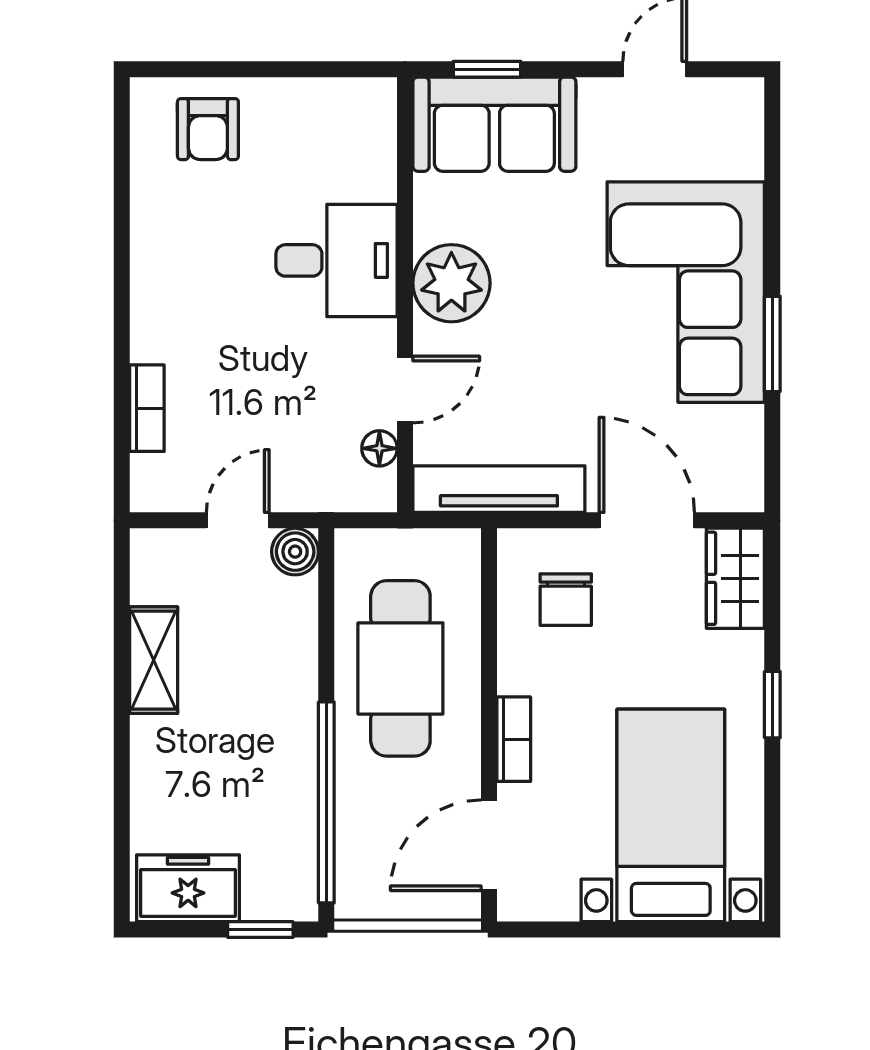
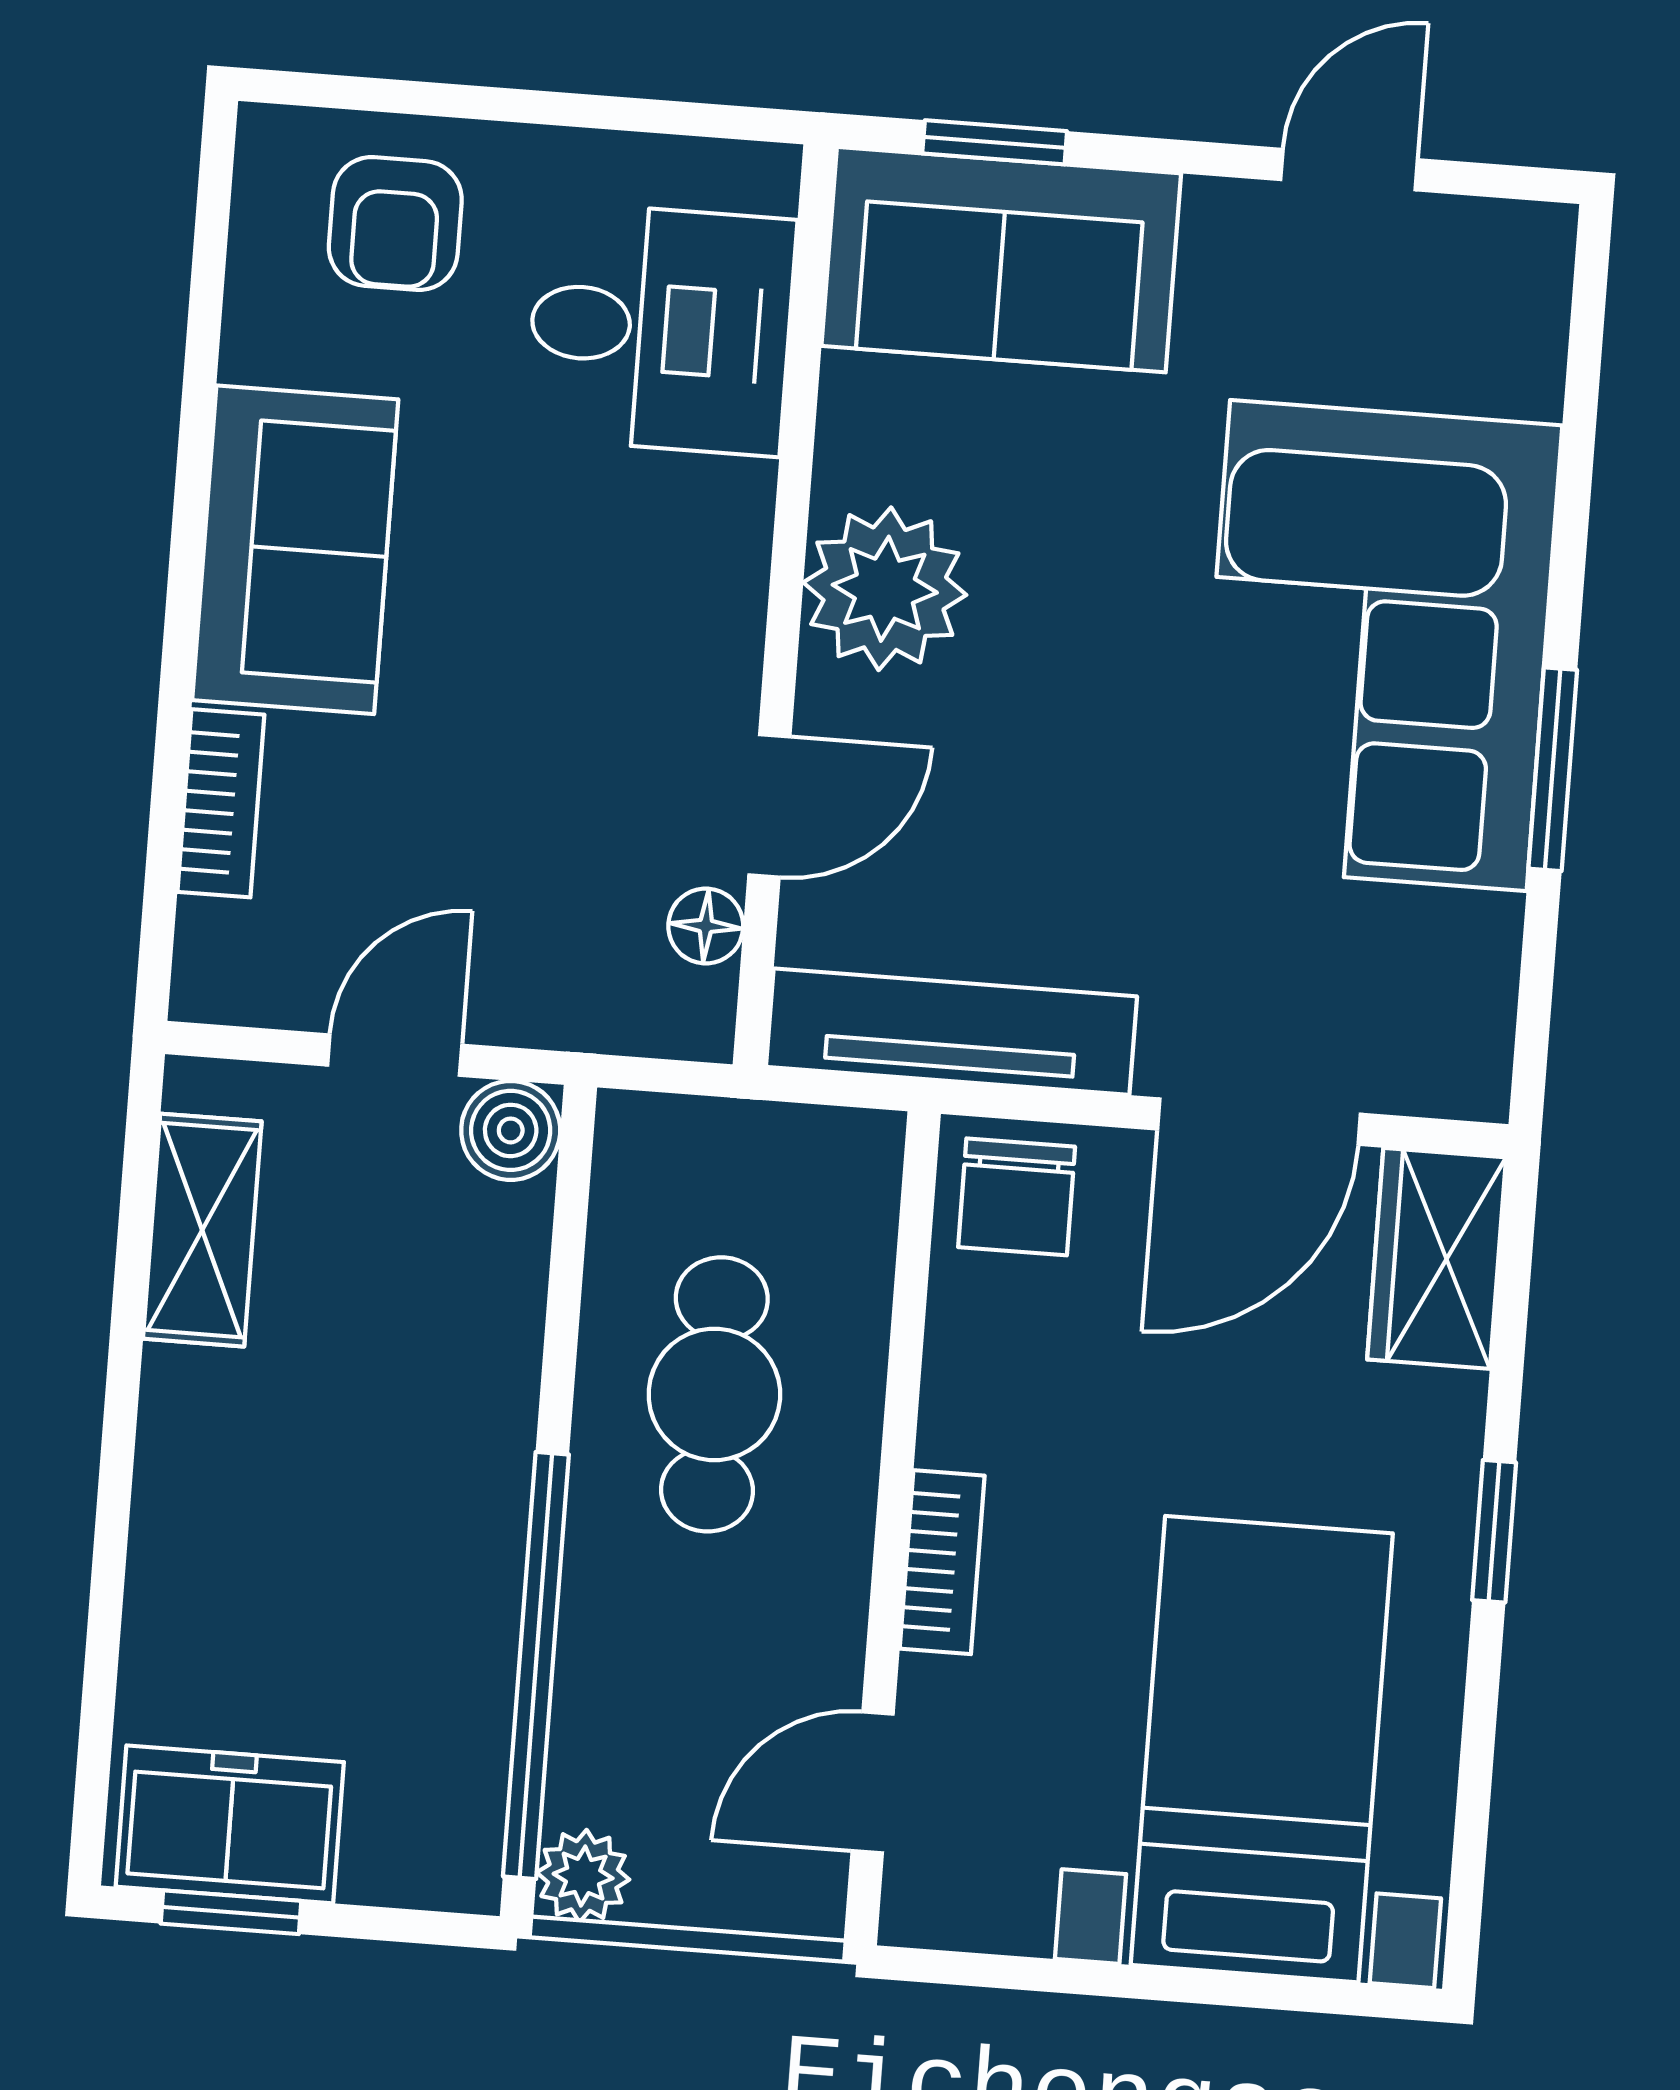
desk: (337, 260) -> (660, 329), moved
sofa: (173, 286) -> (295, 550), added
door: (647, 520) -> (1259, 1122), swing flipped
chair: (566, 600) -> (1017, 1197), moved
shelving: (154, 660) -> (202, 1230), moved
cafe table: (400, 668) -> (714, 1394), width x0.73, depth x0.74
door: (489, 845) -> (873, 1782), width x0.73
plant: (356, 900) -> (583, 1876), added
window: (260, 930) -> (231, 1912), moved

